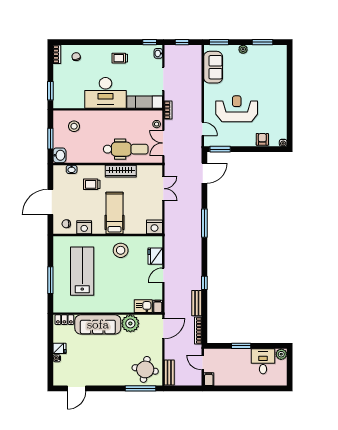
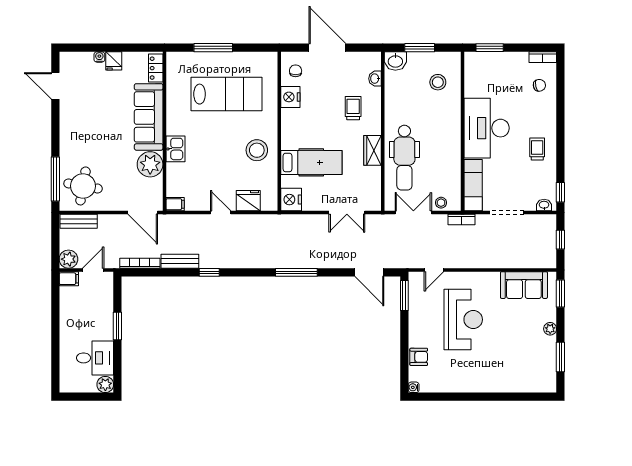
wardrobe: (121, 171) -> (372, 150), width x0.67
hospital bed: (115, 213) -> (311, 162), moved
kitchen sink: (143, 306) -> (175, 149), moved
plant: (195, 379) -> (68, 259), added

